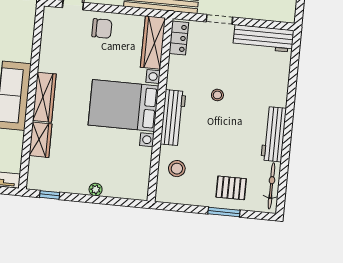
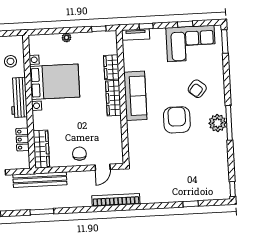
chair: (102, 28) -> (79, 154), turned 90
locker: (179, 38) -> (22, 139), moved
bed with nightstands: (123, 105) -> (55, 82), moved

